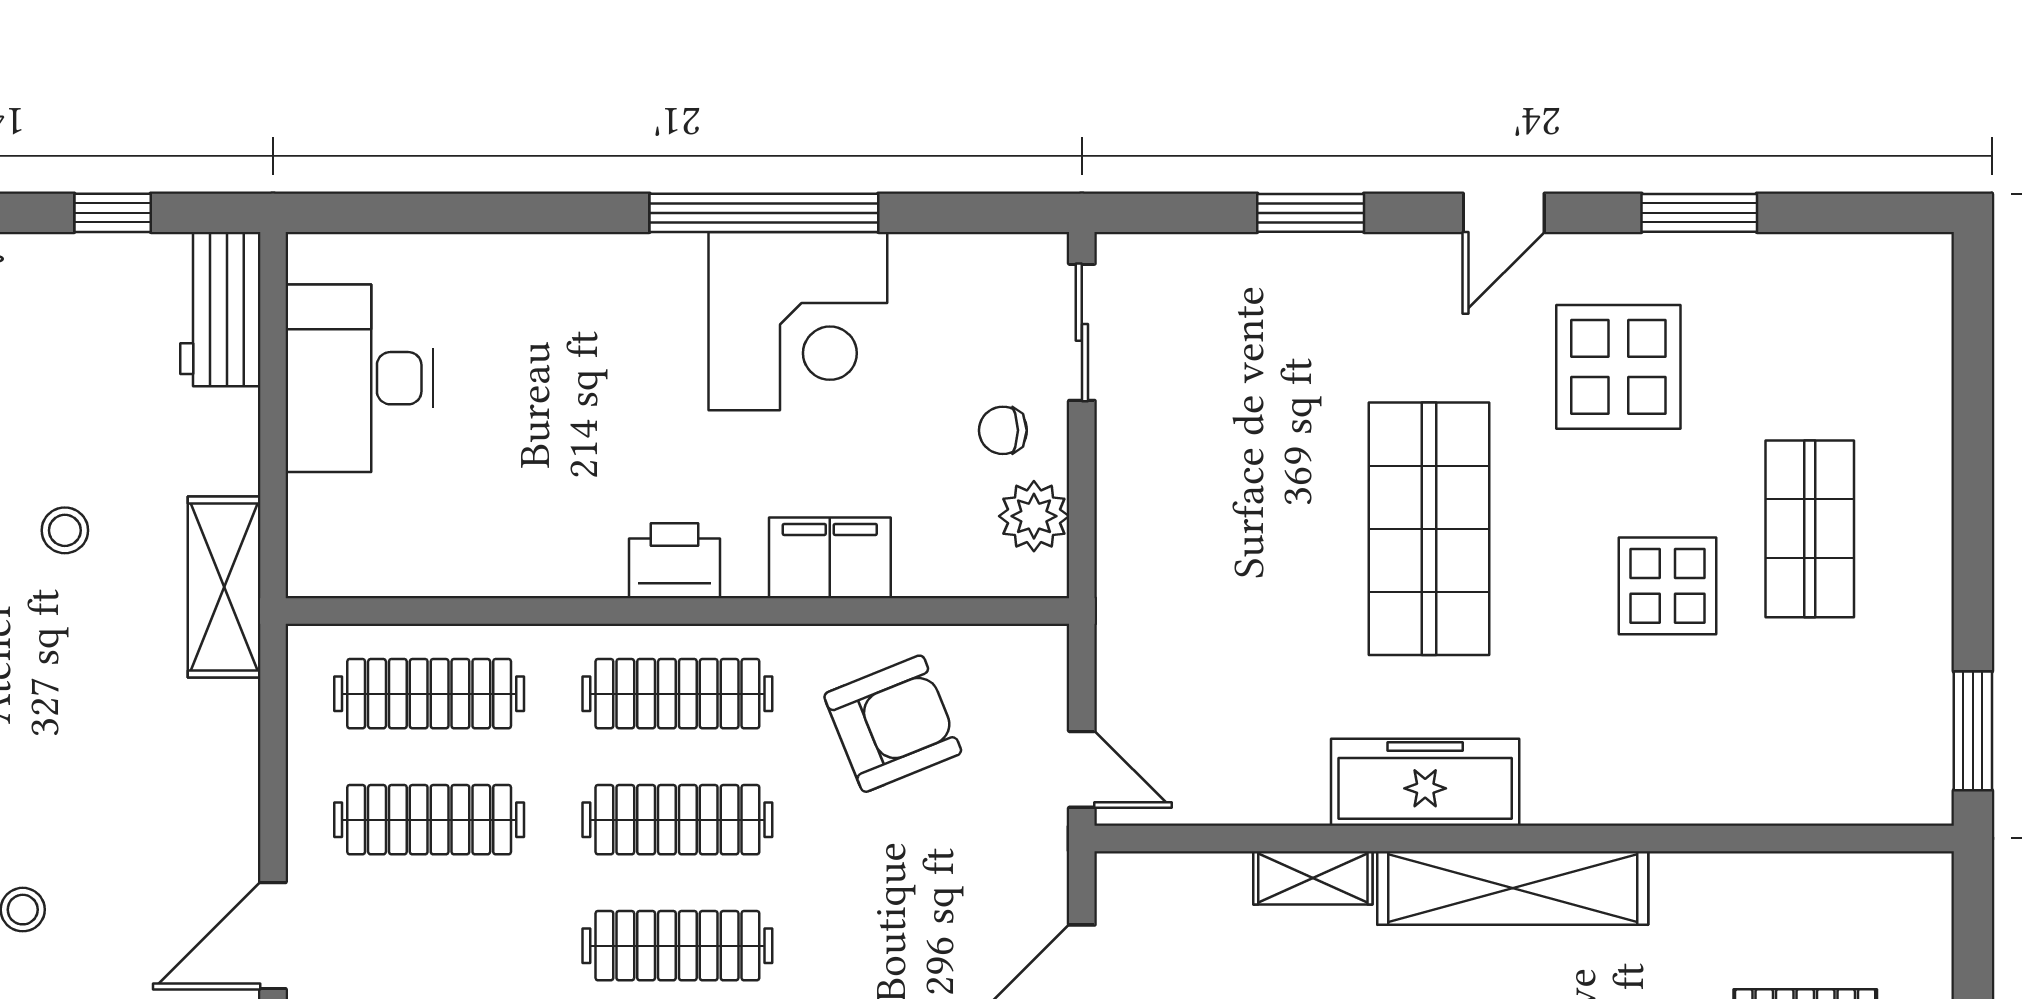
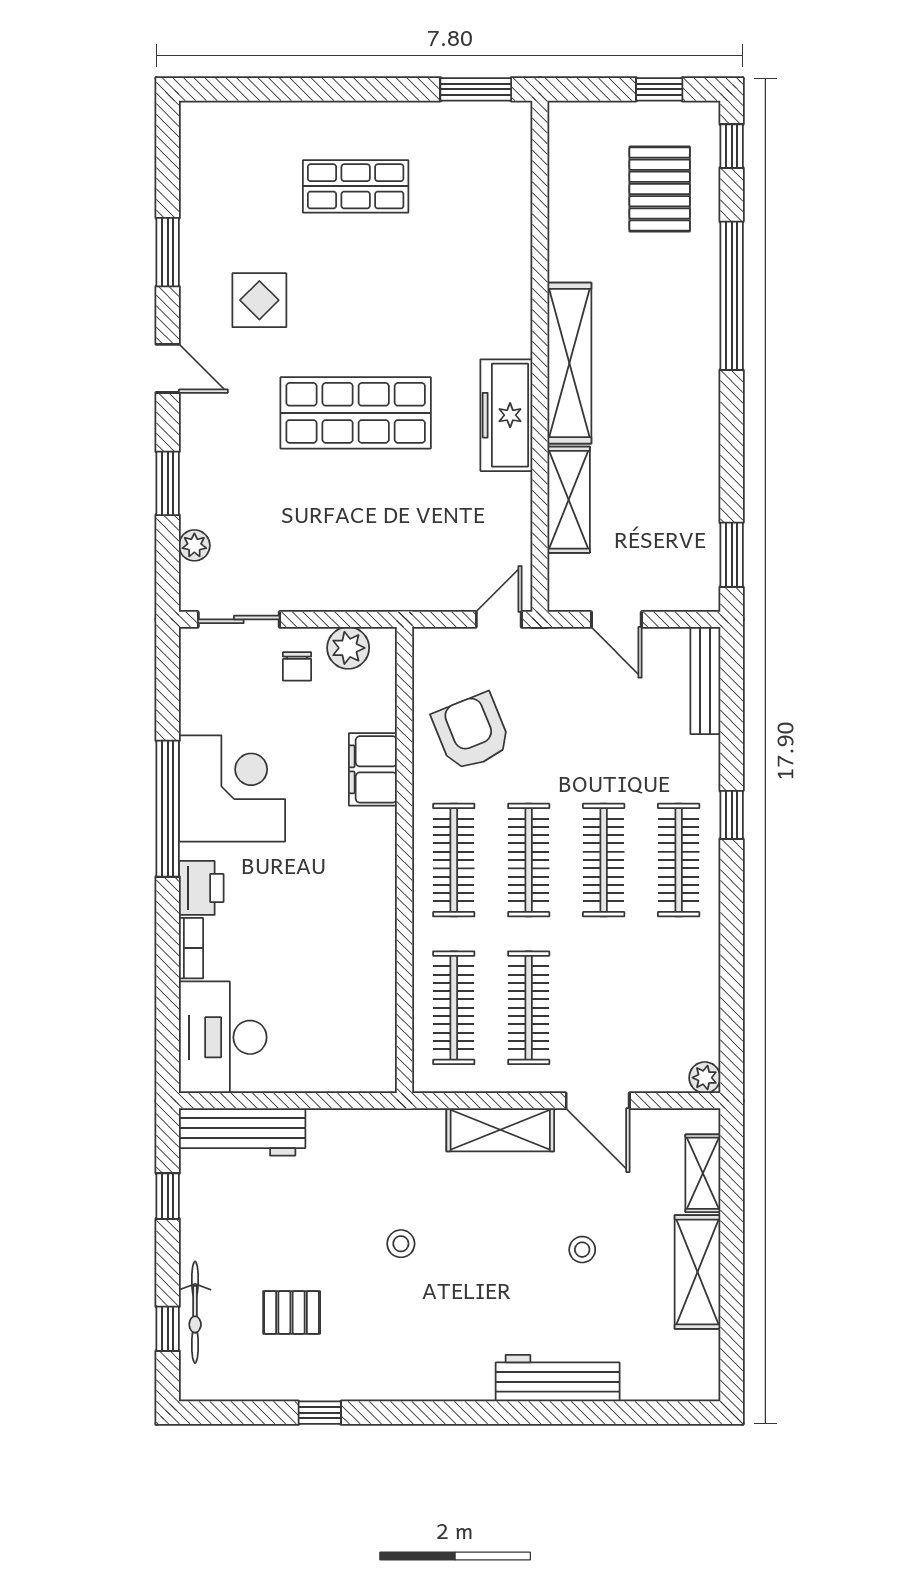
bookcase: (529, 252) -> (191, 948), added
plant: (1206, 258) -> (194, 545), added
workbench: (220, 309) -> (242, 1132), width x1.38
display table: (1618, 367) -> (259, 300), width x0.73, depth x0.73
desk: (359, 378) -> (223, 1037), moved, turned 90
stool: (65, 530) -> (401, 1244), moved
printer: (675, 561) -> (201, 888), moved, turned 180
display table: (1667, 586) -> (390, 271), removed
shelving: (224, 587) -> (500, 1130), moved
shelving: (1313, 878) -> (569, 500), width x1.50, depth x1.33

